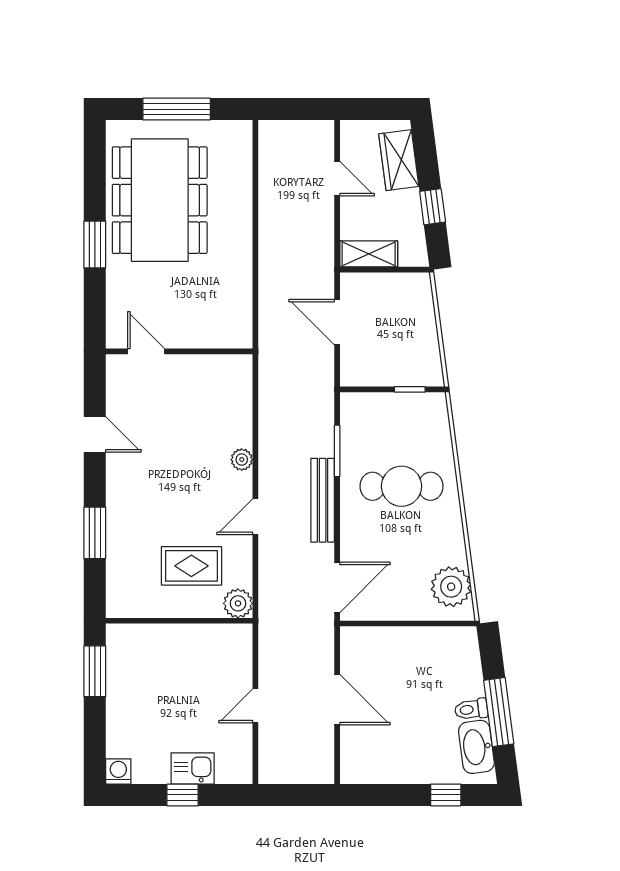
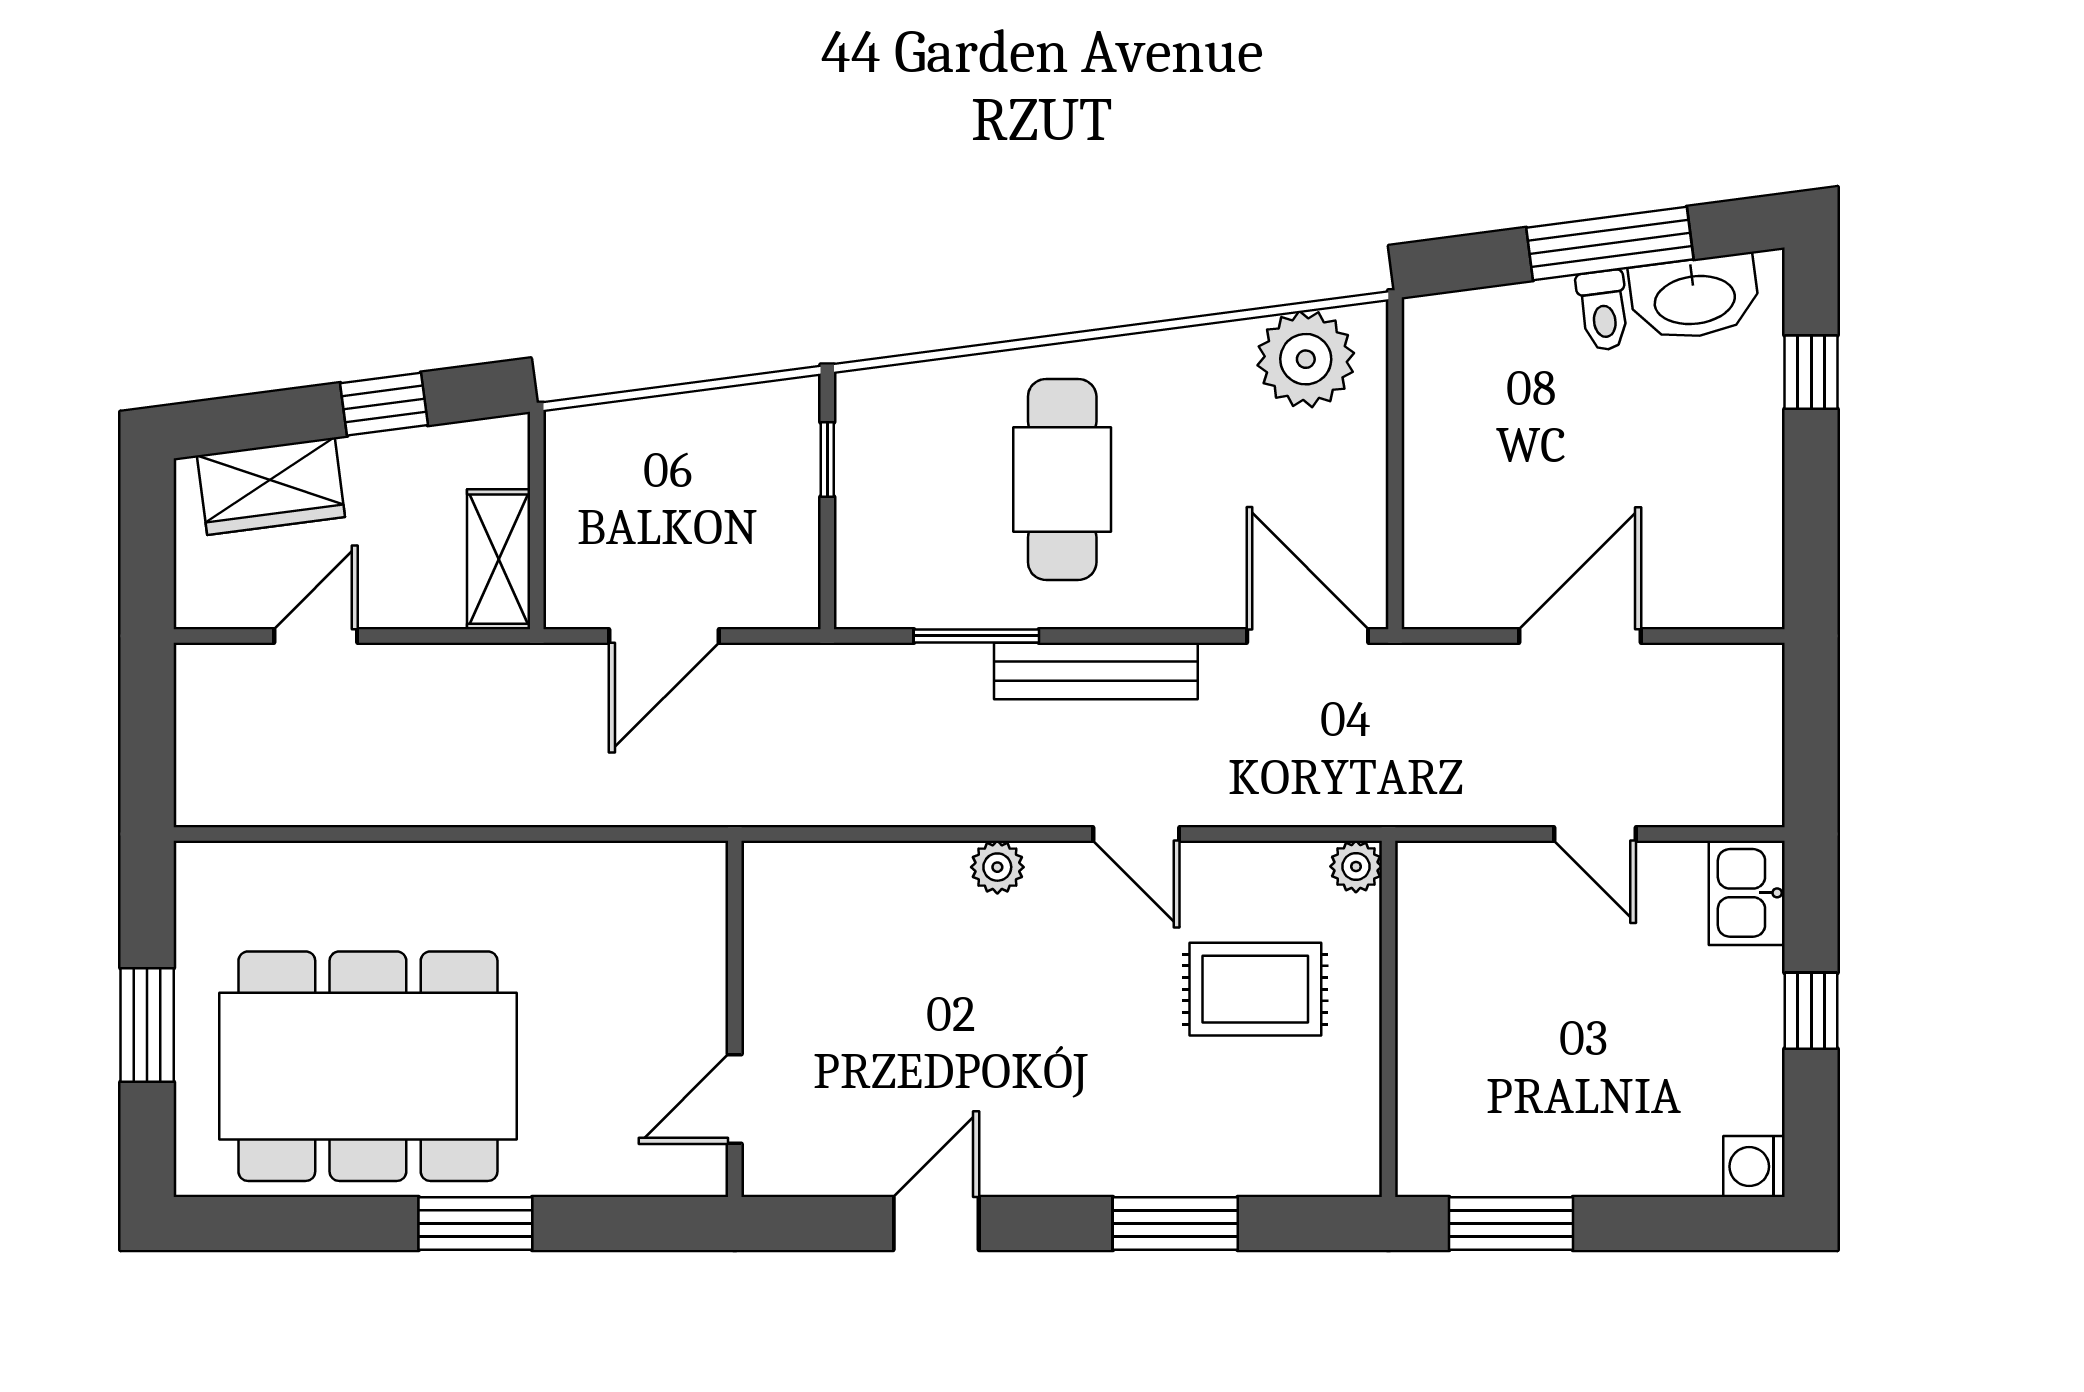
window: (177, 109) -> (147, 1025), width x0.69
rug: (191, 566) -> (1255, 989), turned 90
plant: (238, 603) -> (1356, 866), width x0.73, depth x0.73
kitchen sink: (193, 768) -> (1747, 893), moved

